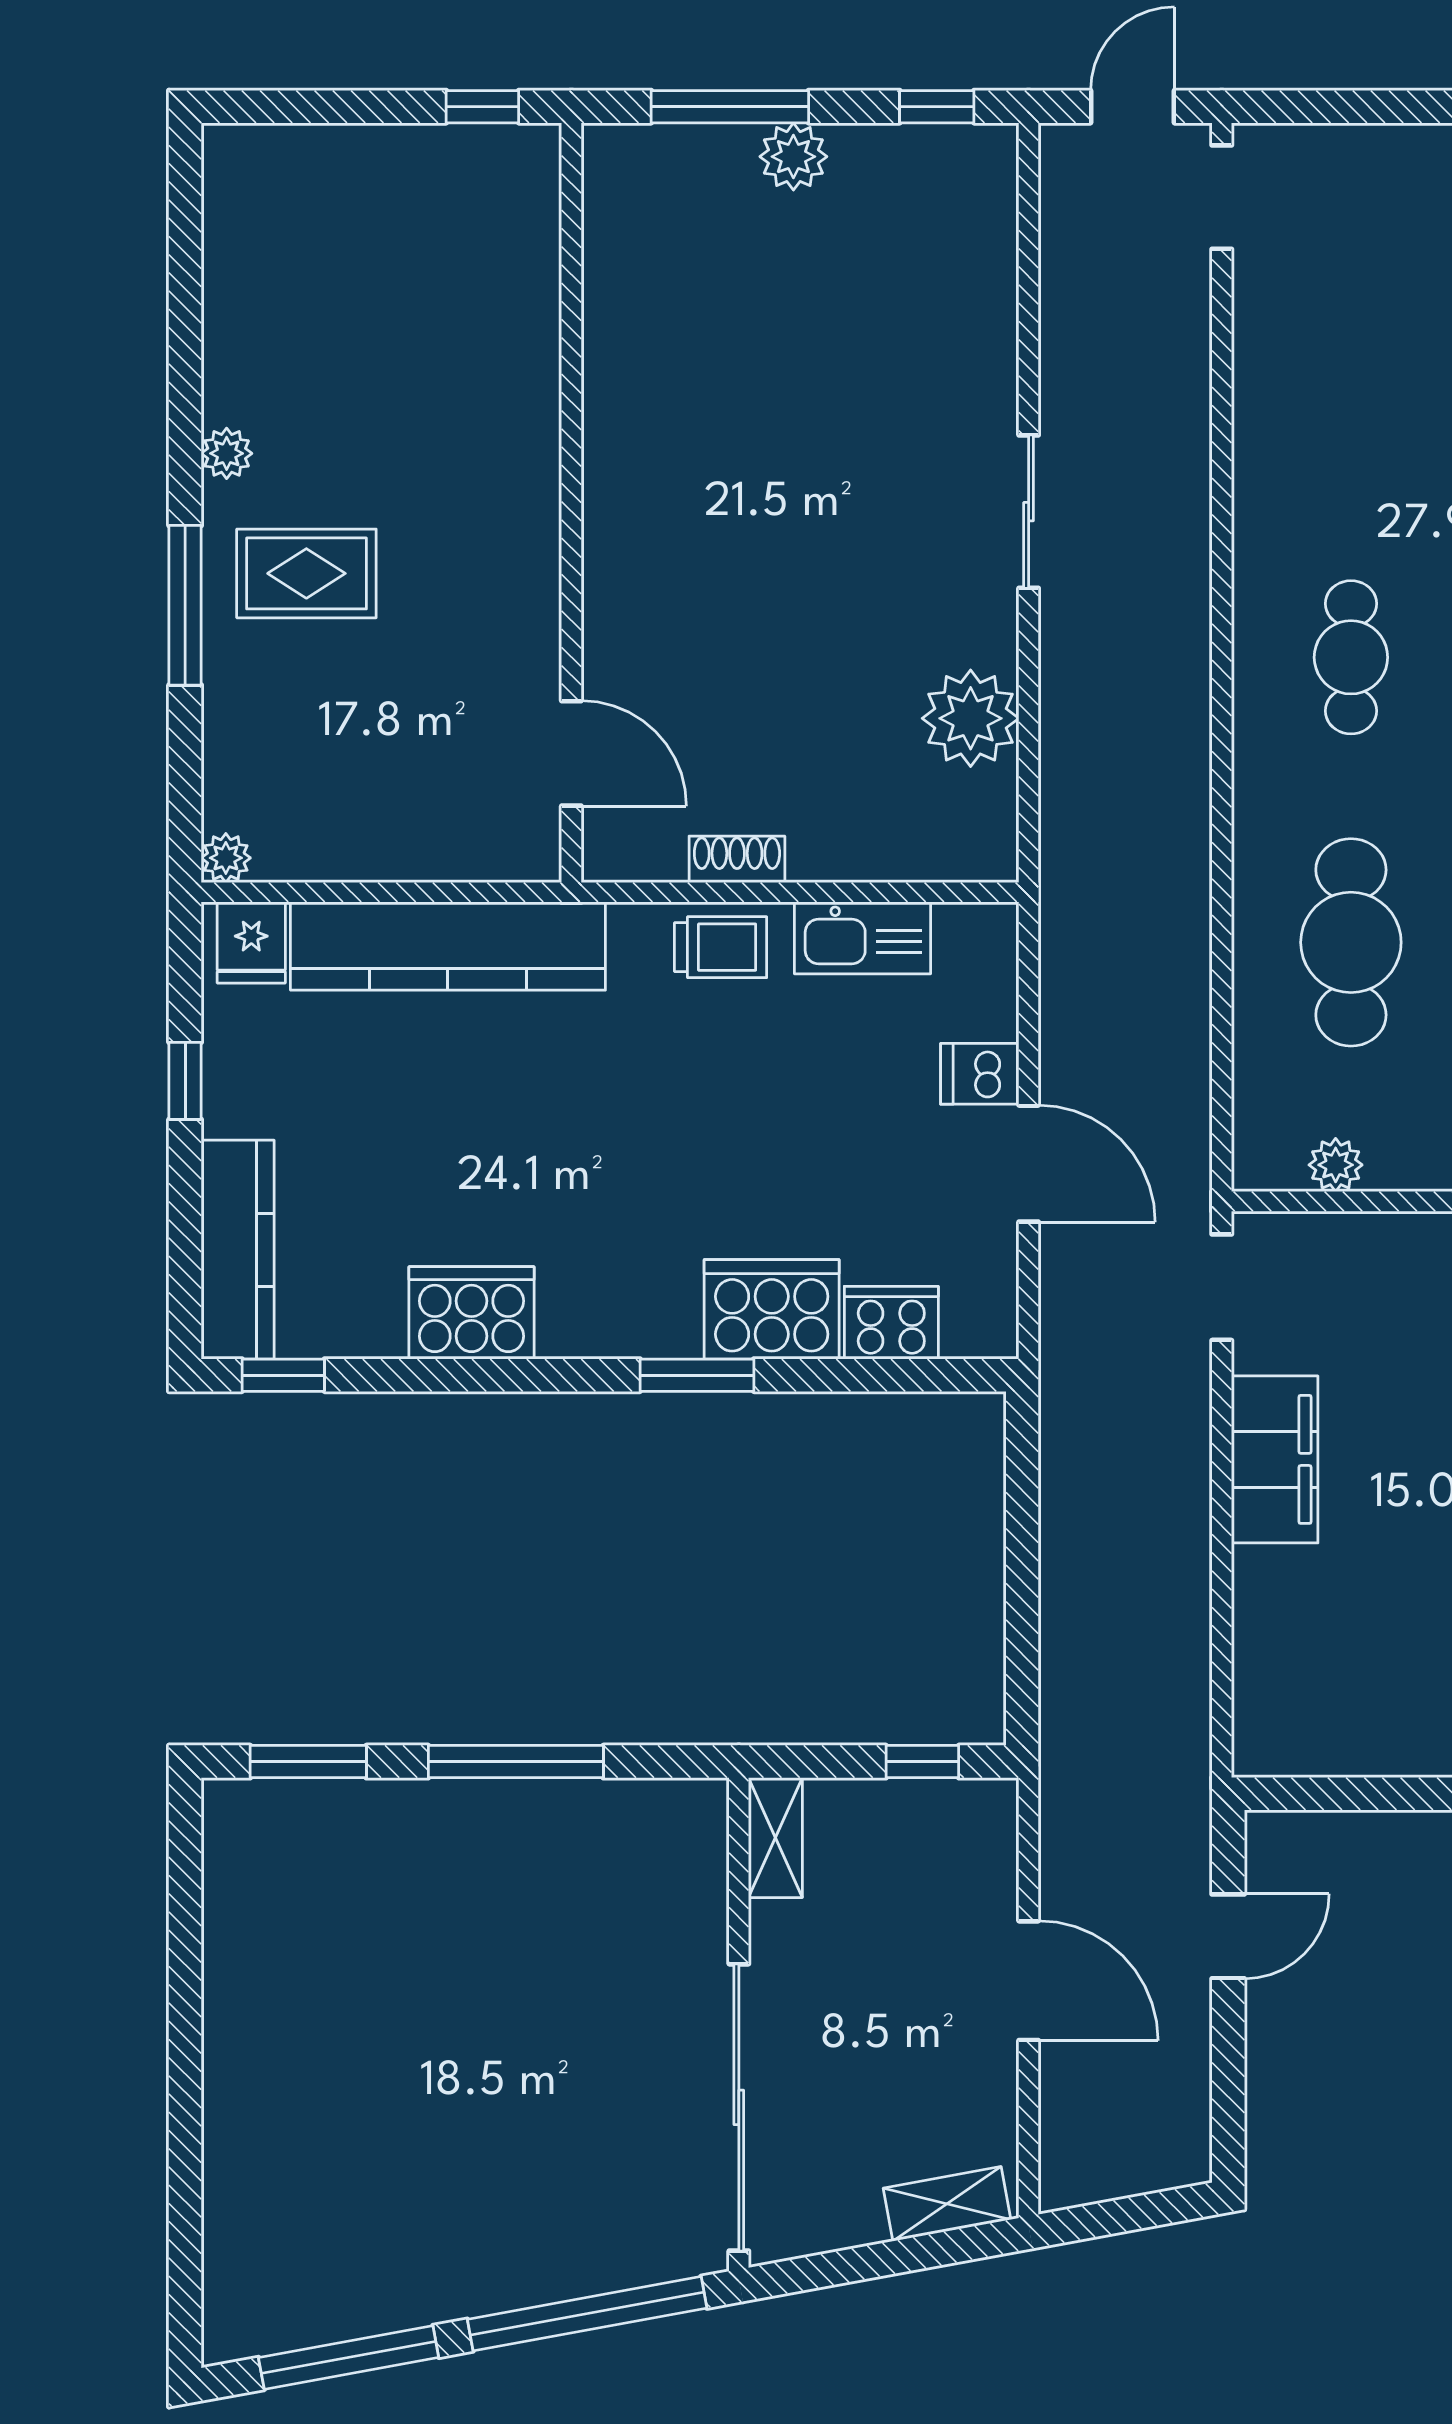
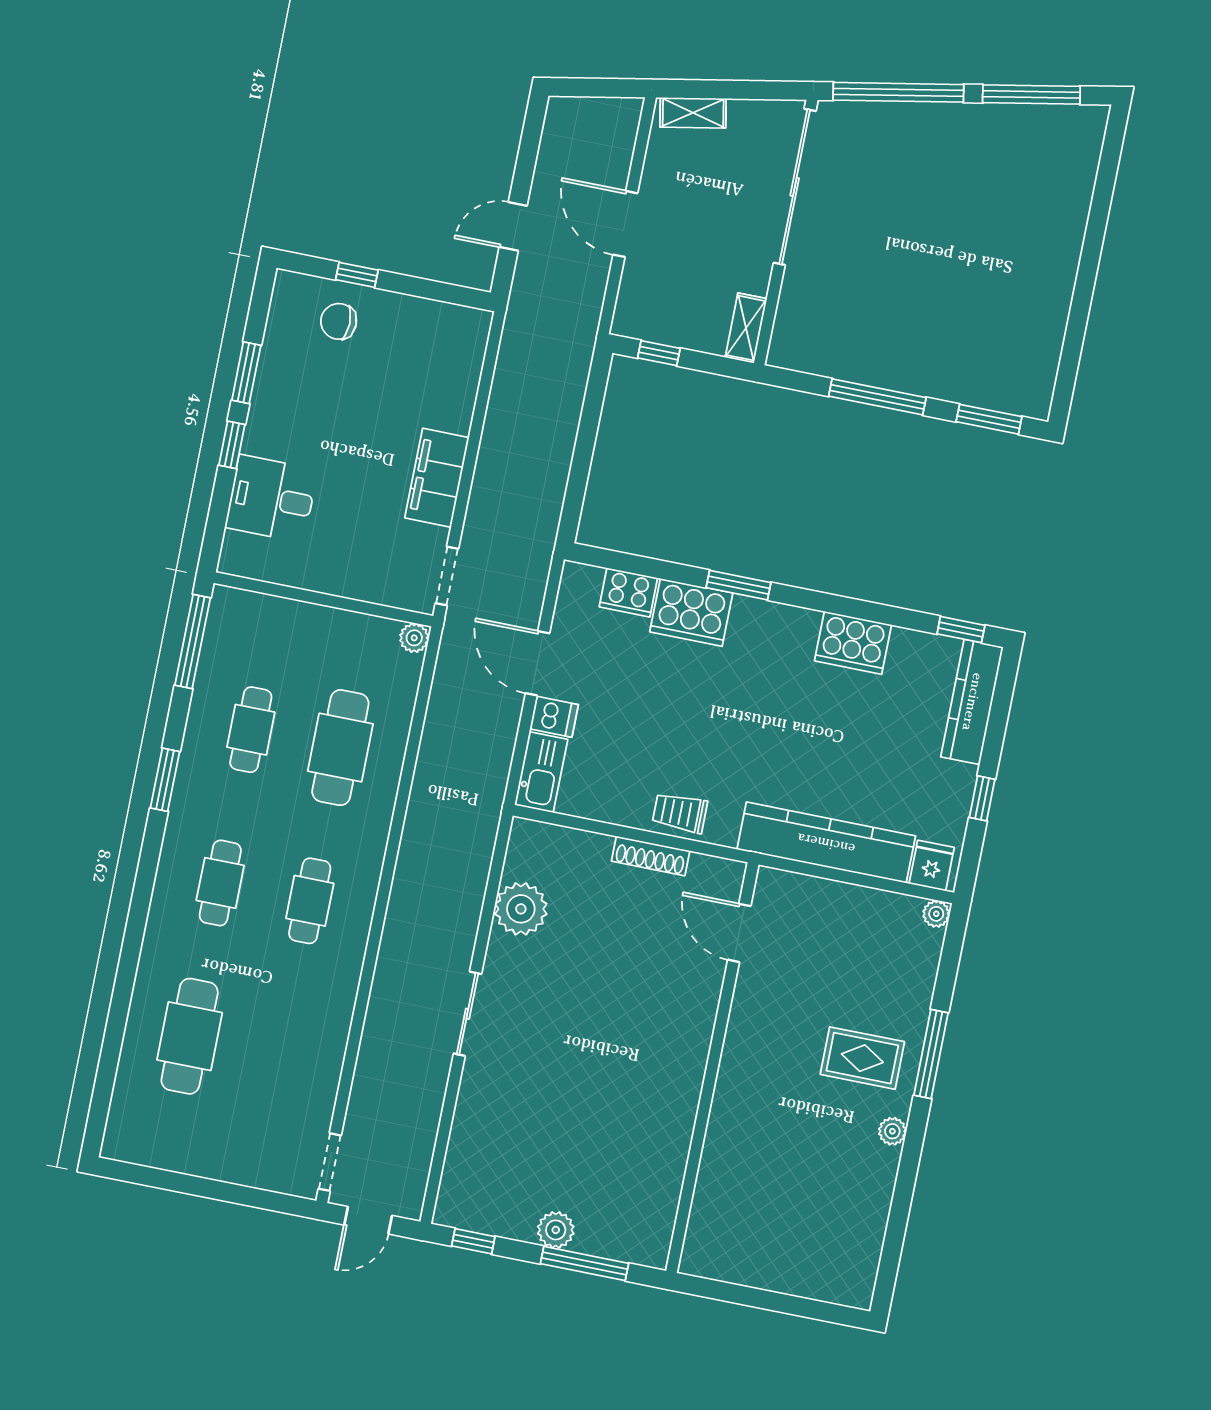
window: (482, 107) -> (718, 1290), removed
shoe rack: (737, 859) -> (651, 856), width x1.43
kitchen sink: (862, 938) -> (541, 772), moved, turned 90
plant: (1336, 1165) -> (414, 638), moved

